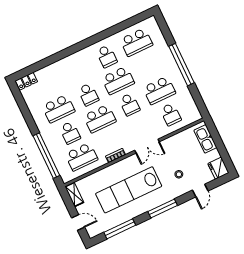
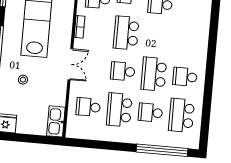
window: (181, 65) -> (162, 150), moved
school desk: (88, 94) -> (150, 113), moved
kitchen sink: (205, 139) -> (56, 121), moved, turned -90
double door: (147, 146) -> (70, 64), swing flipped

